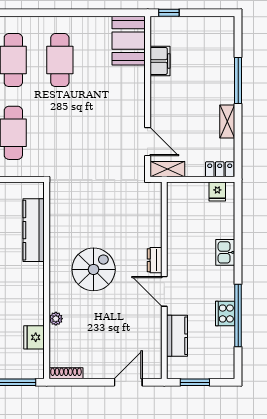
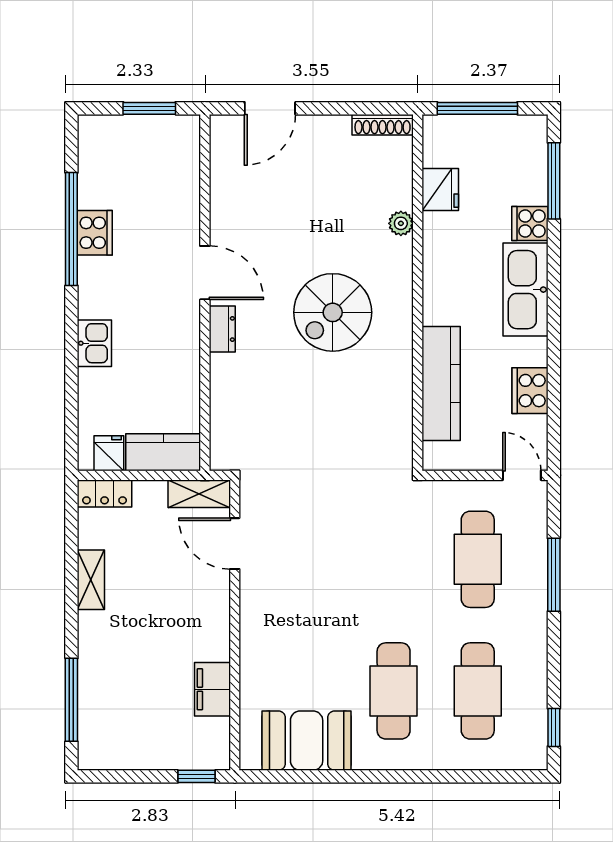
booth: (129, 41) -> (307, 741), moved, turned 90
window: (238, 81) -> (71, 700), moved
kitchen counter: (177, 336) -> (163, 452), moved, turned 90

